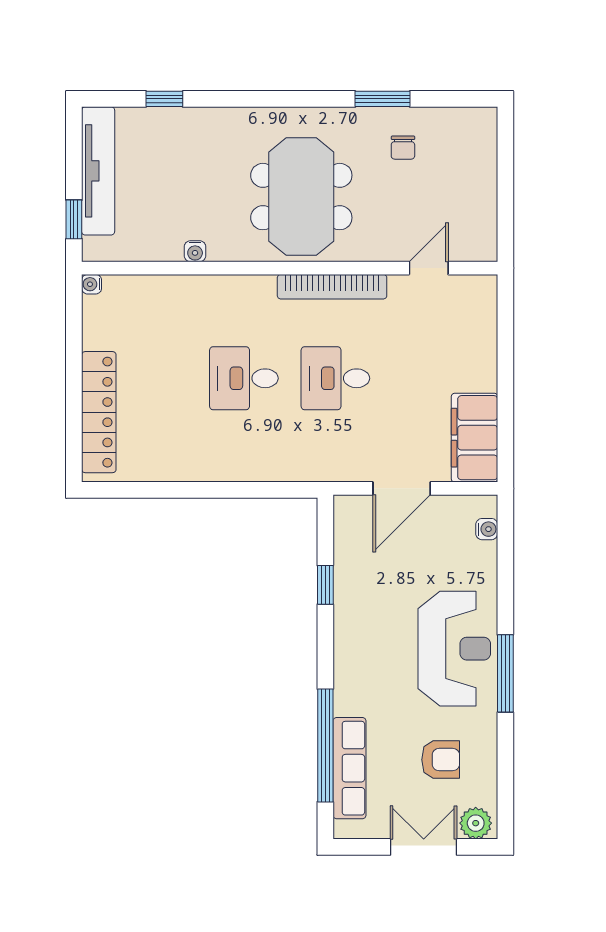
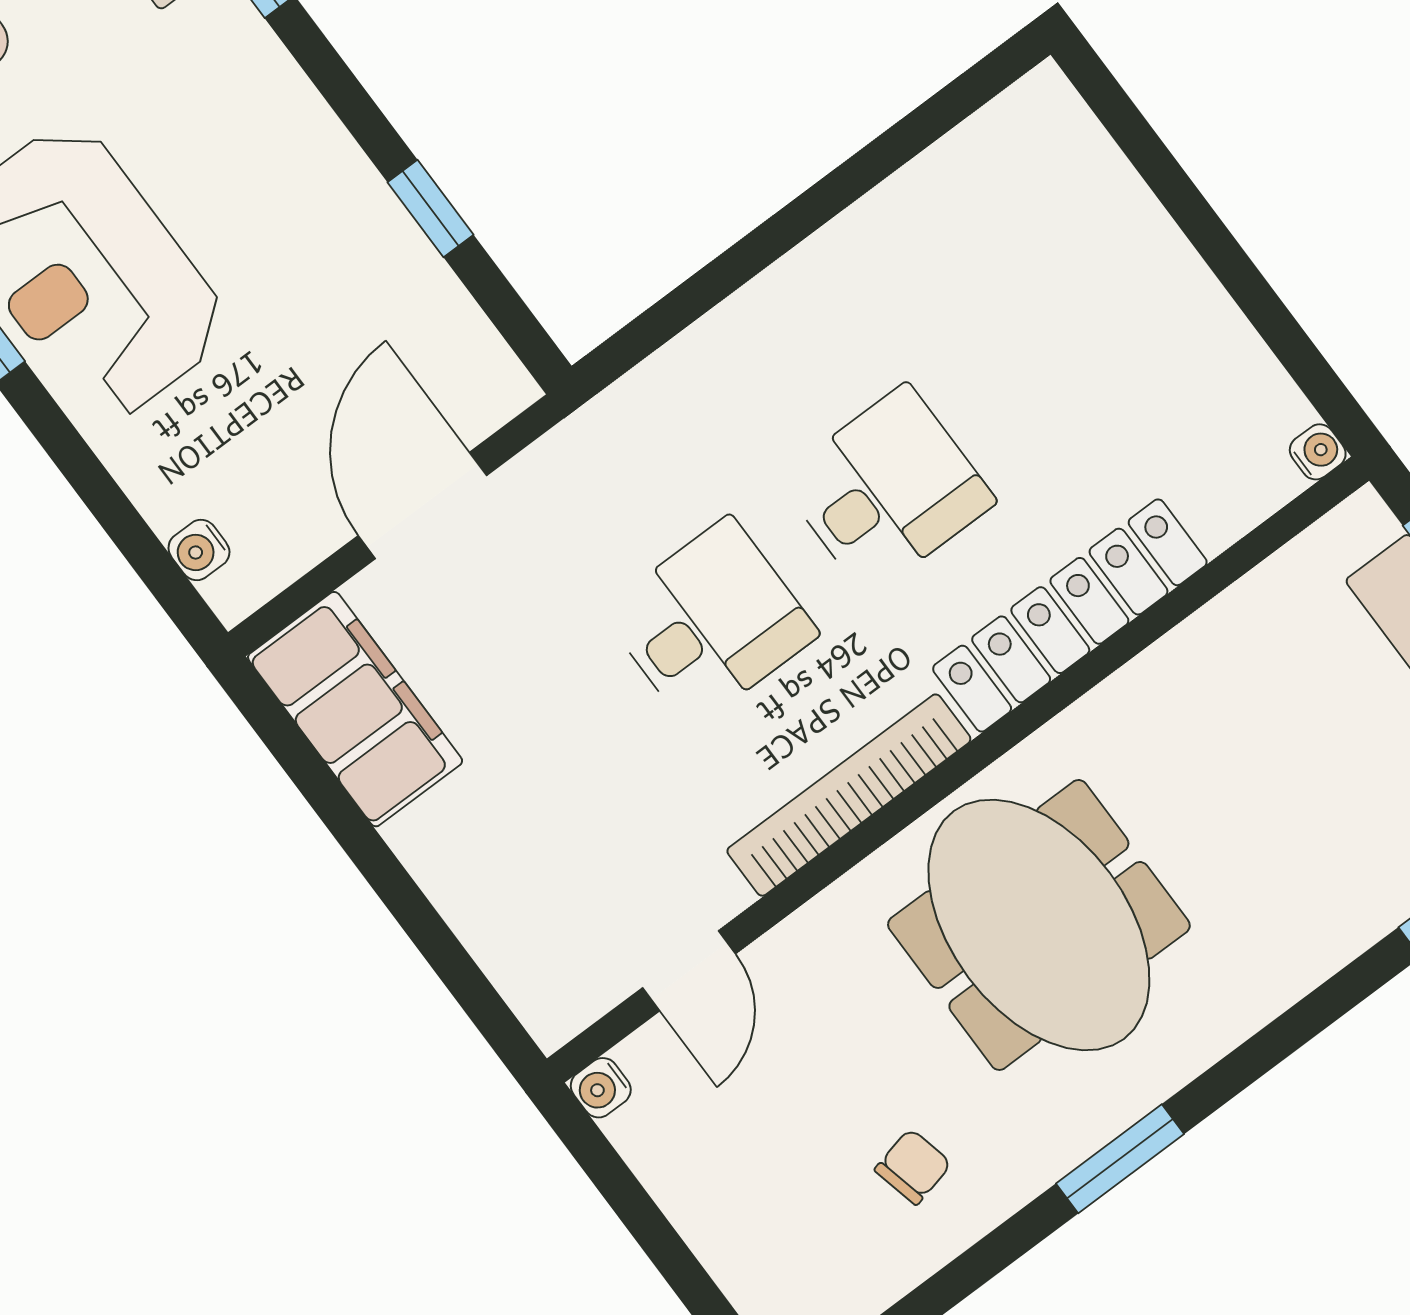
window: (382, 99) -> (1120, 1159), moved
chair: (403, 148) -> (913, 1167), turned 77
water cooler: (195, 251) -> (601, 1088), moved, turned -90
locker: (99, 412) -> (1070, 615), moved, turned 90

